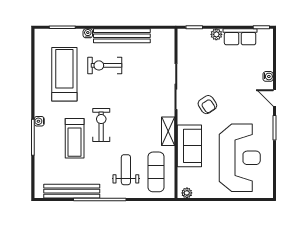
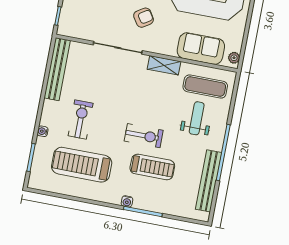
bench: (122, 36) -> (57, 69), moved
exercise bike: (105, 65) -> (81, 120), turned 180
exercise bike: (101, 125) -> (144, 136), turned 180
sofa: (189, 146) -> (201, 49), moved
weight bench: (126, 170) -> (197, 118), turned 90

